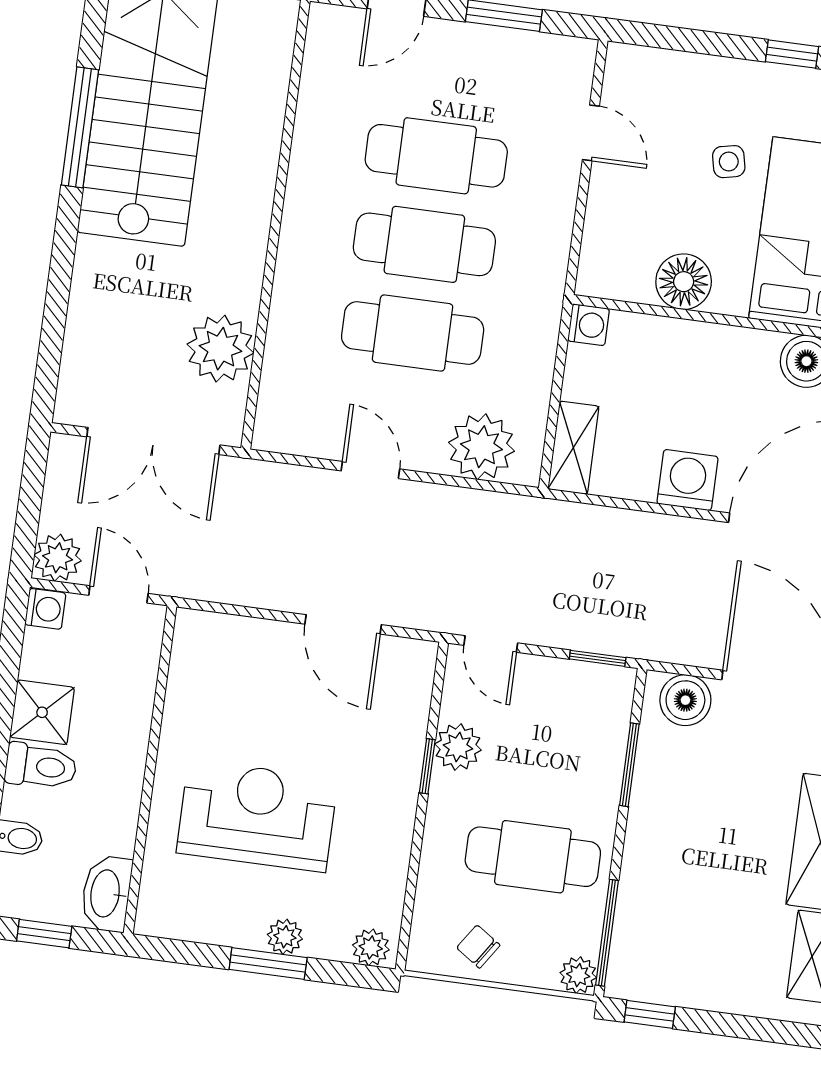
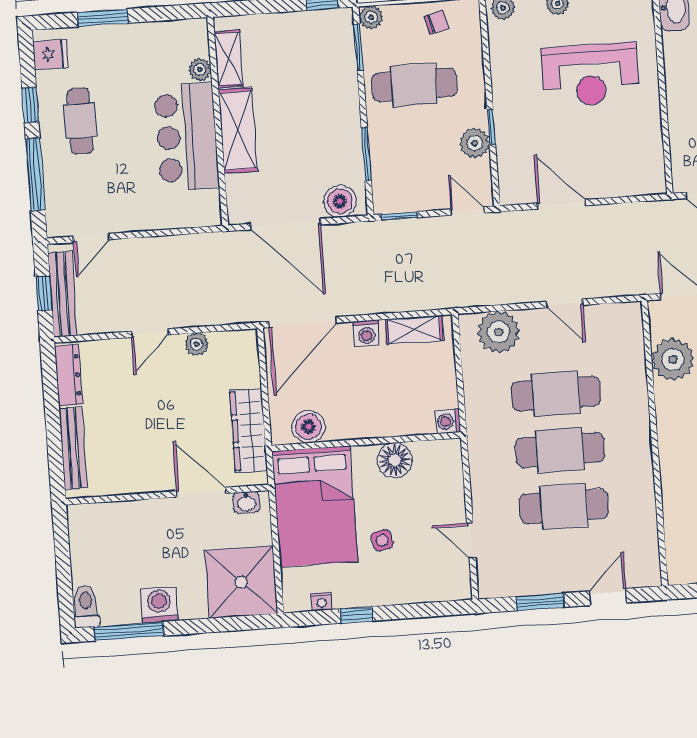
shelving: (573, 448) -> (414, 330), moved, turned 90
washing machine: (687, 480) -> (366, 333), width x0.73, depth x0.73
window: (607, 933) -> (359, 47), width x0.69
chair: (478, 947) -> (437, 22), turned -48

